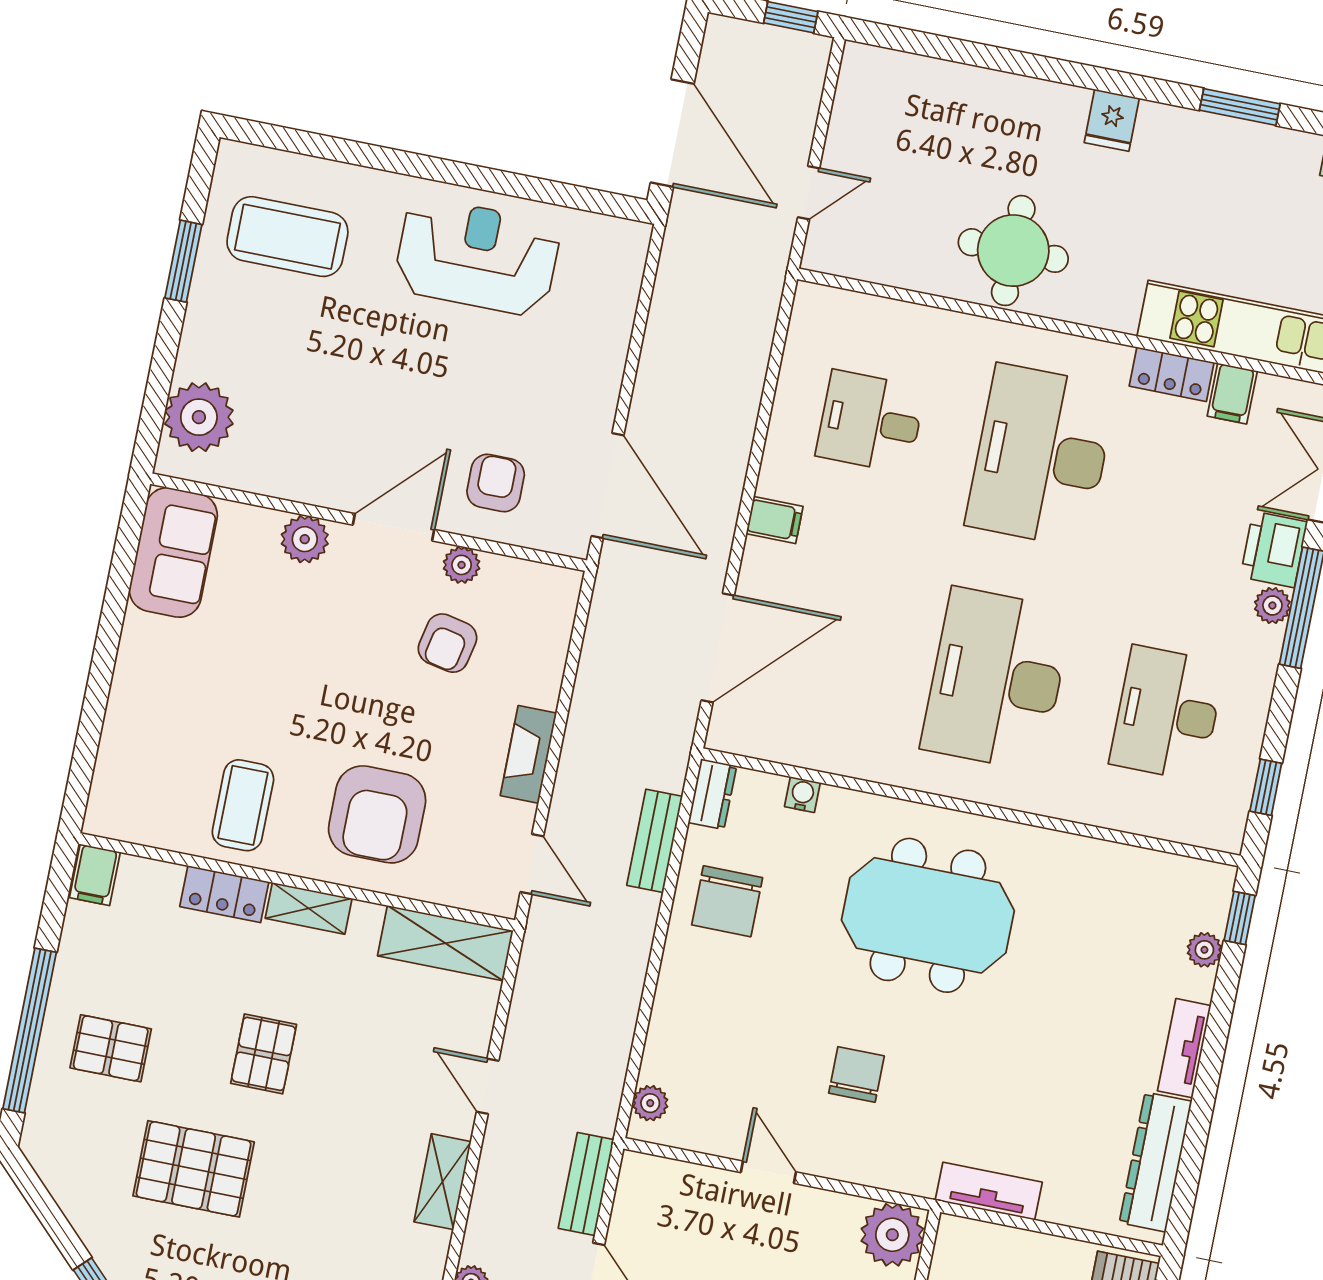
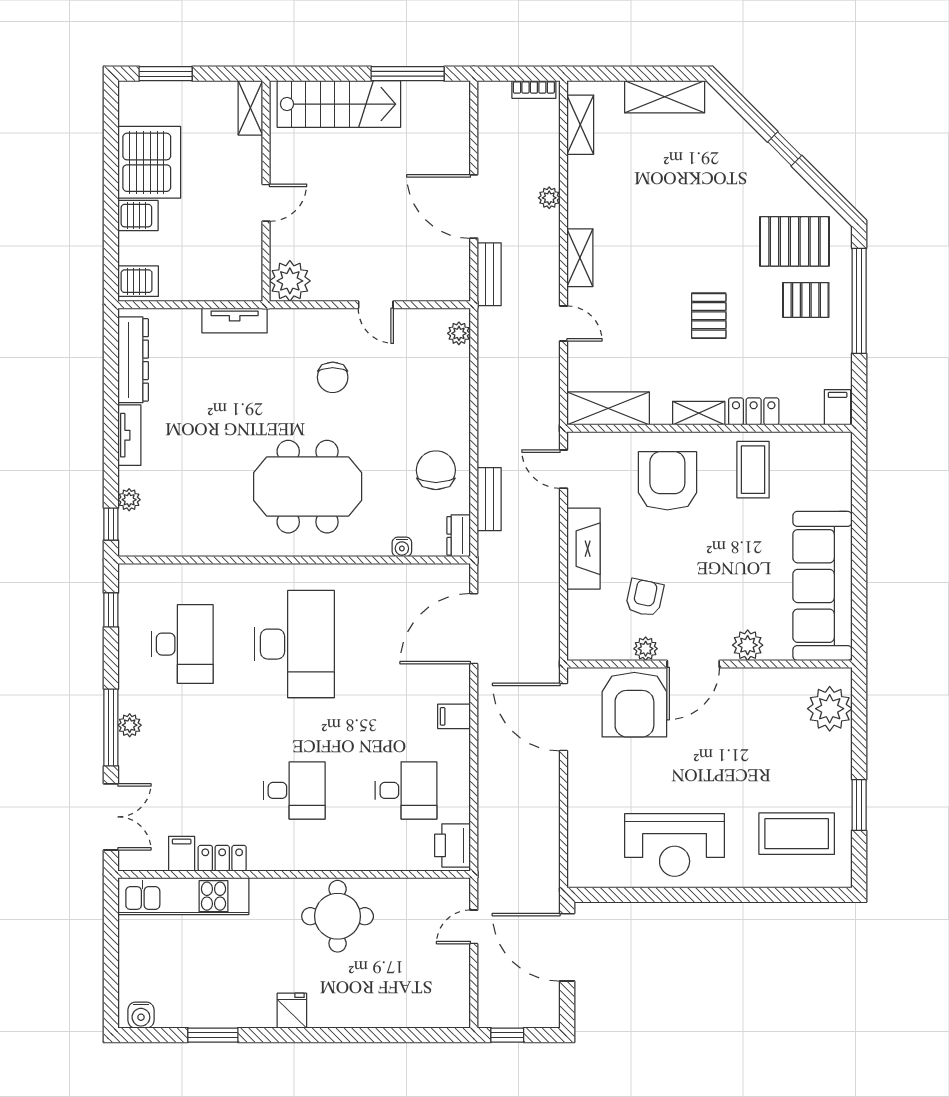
desk: (1041, 456) -> (294, 790), width x0.53, depth x0.77
armchair: (496, 483) -> (634, 705), width x1.88, depth x1.88
printer: (1274, 549) -> (453, 845), moved, turned 180
sofa: (173, 552) -> (822, 586), width x1.85, depth x1.27
fireplace: (528, 754) -> (584, 549), width x1.37, depth x1.32
pallet: (194, 1169) -> (794, 241), moved

